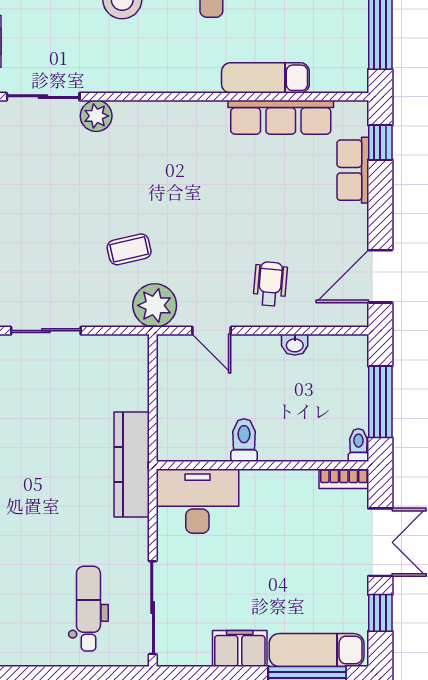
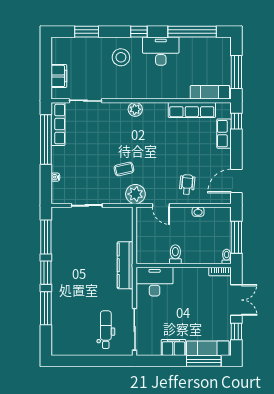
exam couch: (265, 78) -> (210, 92), moved
plant: (96, 116) -> (135, 109), moved

